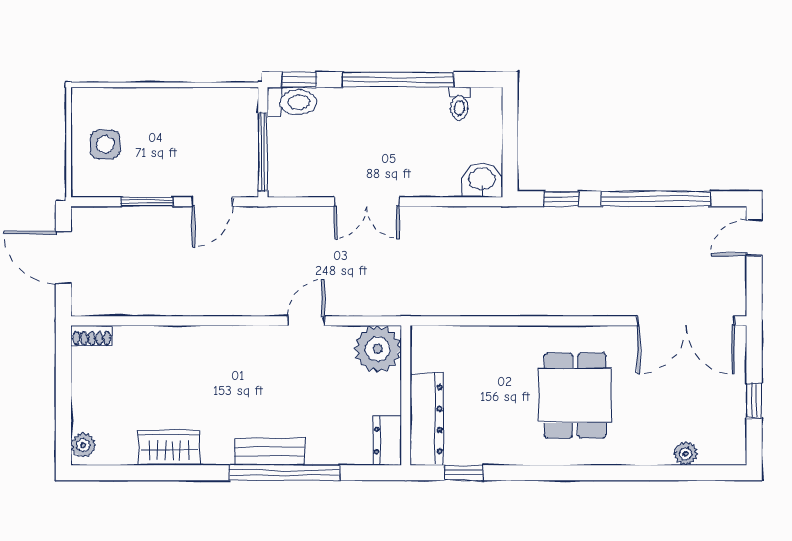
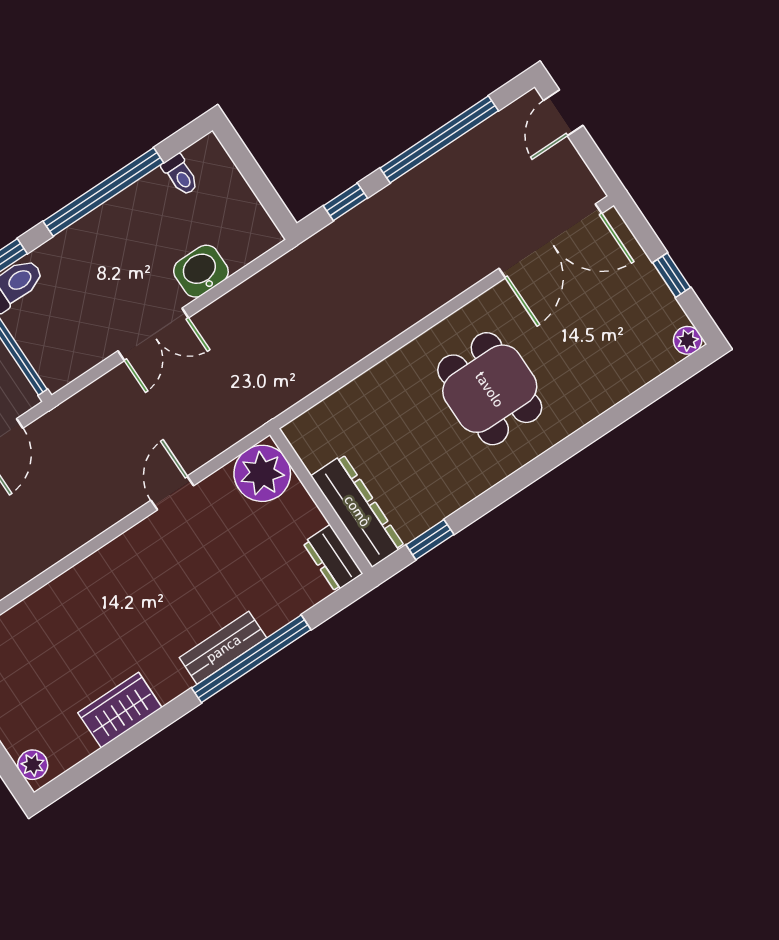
washbasin: (482, 180) -> (201, 271), moved
plant: (686, 454) -> (688, 340), moved

